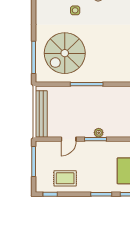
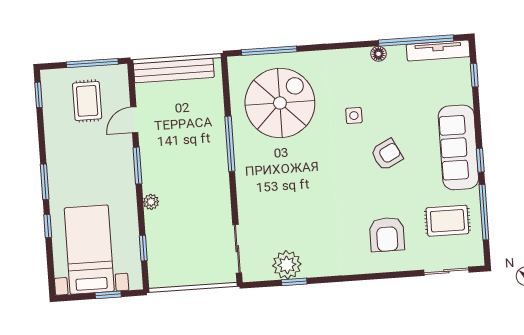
spiral stairs: (65, 53) -> (280, 103), turned 90
plant: (99, 133) -> (151, 202), moved
door: (69, 139) -> (134, 120), hinge flipped
rug: (65, 178) -> (87, 101), moved

